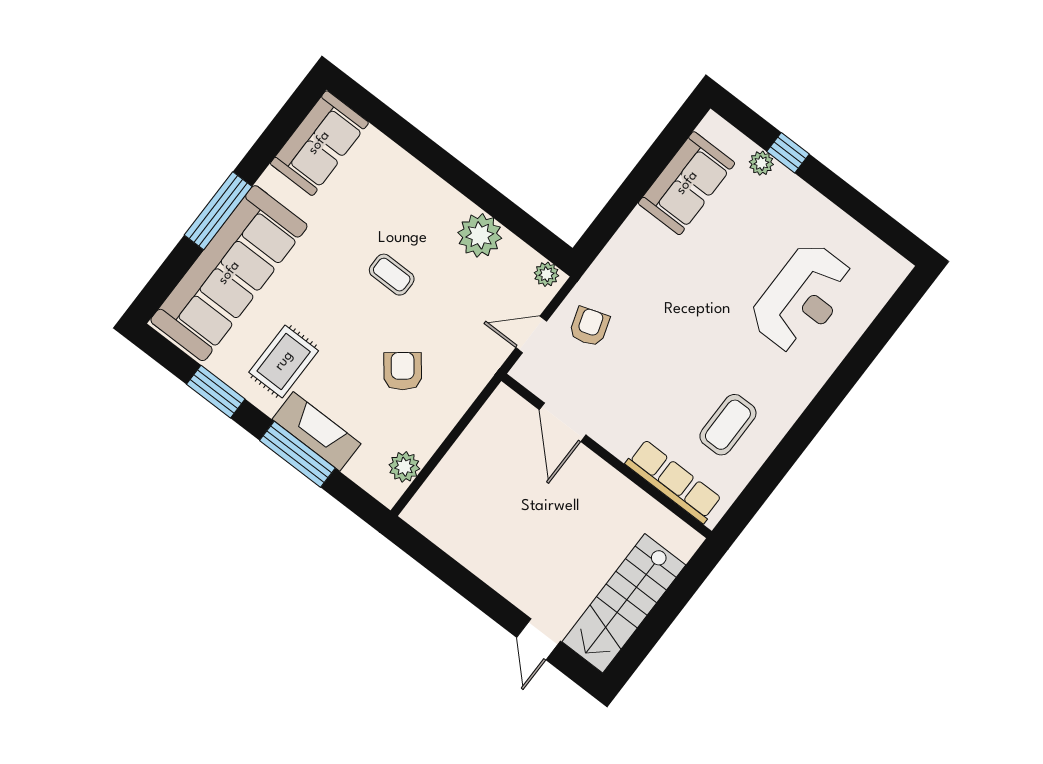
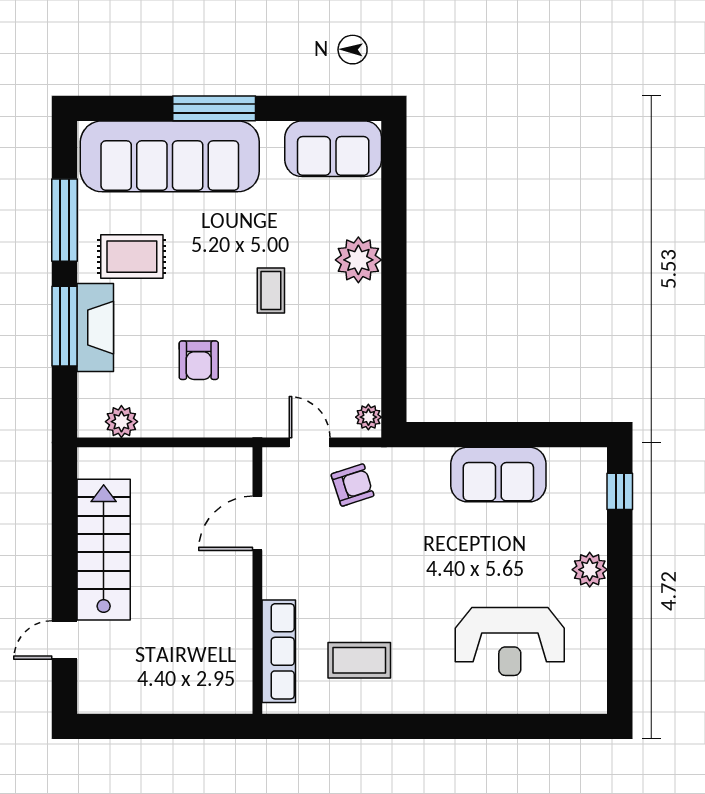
window: (788, 153) -> (620, 491), moved
plant: (761, 163) -> (590, 570), moved, width x1.38, depth x1.38
sofa: (687, 183) -> (498, 475), moved
plant: (480, 235) -> (358, 260), moved
armchair: (403, 371) -> (199, 360), turned 128
window: (216, 392) -> (64, 220), width x1.44
stairs: (624, 603) -> (104, 550), moved, turned 90

